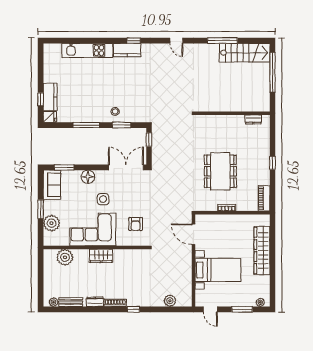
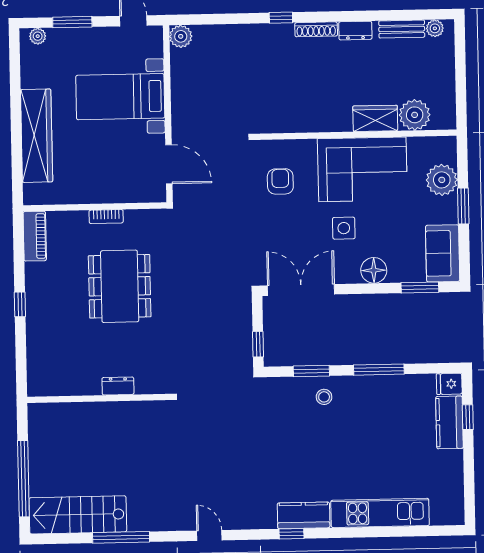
dresser: (253, 119) -> (118, 386), moved
double door: (126, 167) -> (301, 290), swing flipped
wardrobe: (101, 256) -> (375, 118), moved
plant: (170, 301) -> (181, 36), moved

